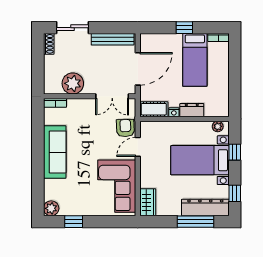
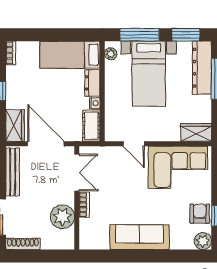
wardrobe: (154, 41) -> (15, 125), added
shoe rack: (49, 44) -> (23, 244), width x1.43
bed: (195, 60) -> (70, 55), moved, turned 180
bookcase: (55, 103) -> (84, 205), moved
armchair: (125, 128) -> (200, 214), moved, turned 92
window: (235, 152) -> (140, 35), width x2.17
window: (235, 193) -> (186, 35), width x1.50

